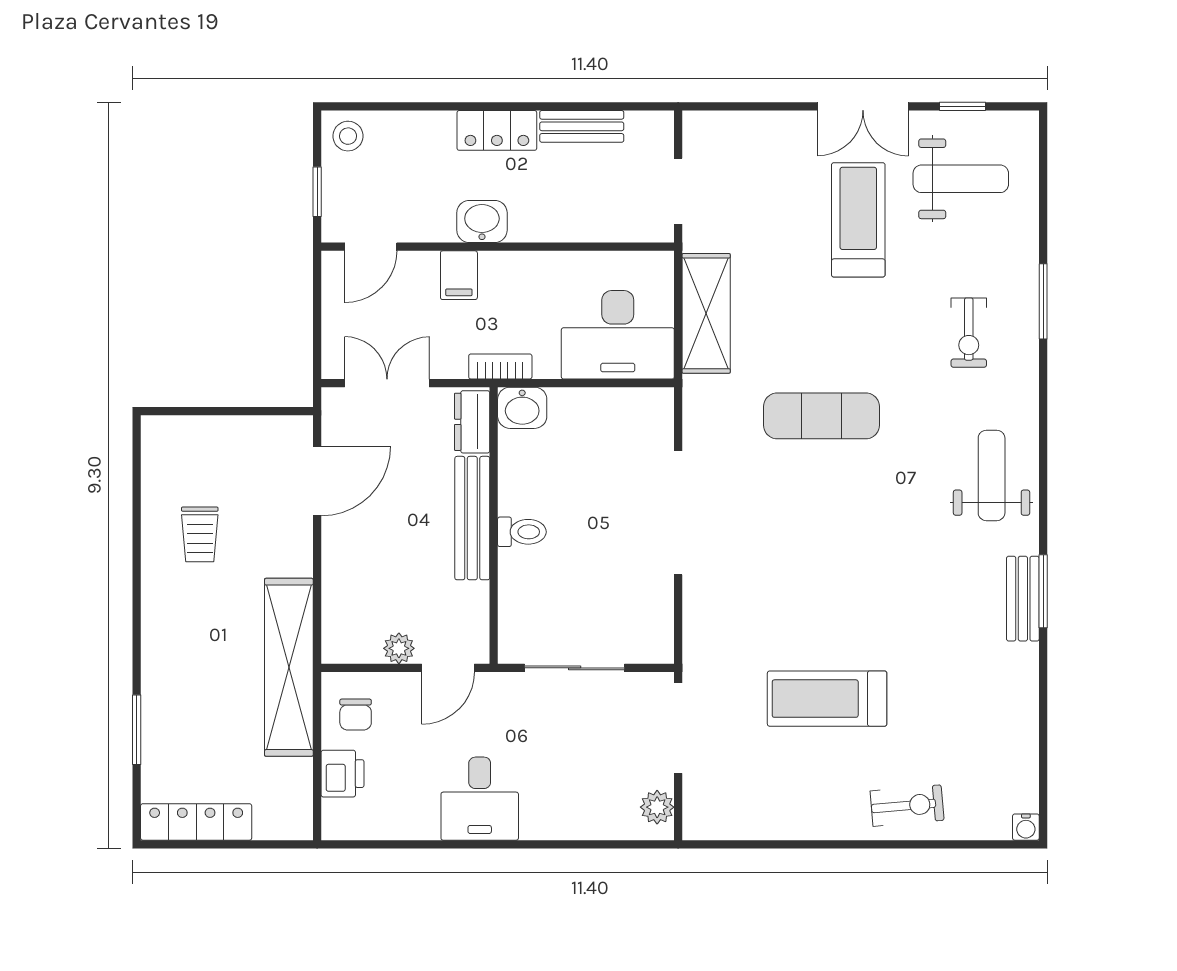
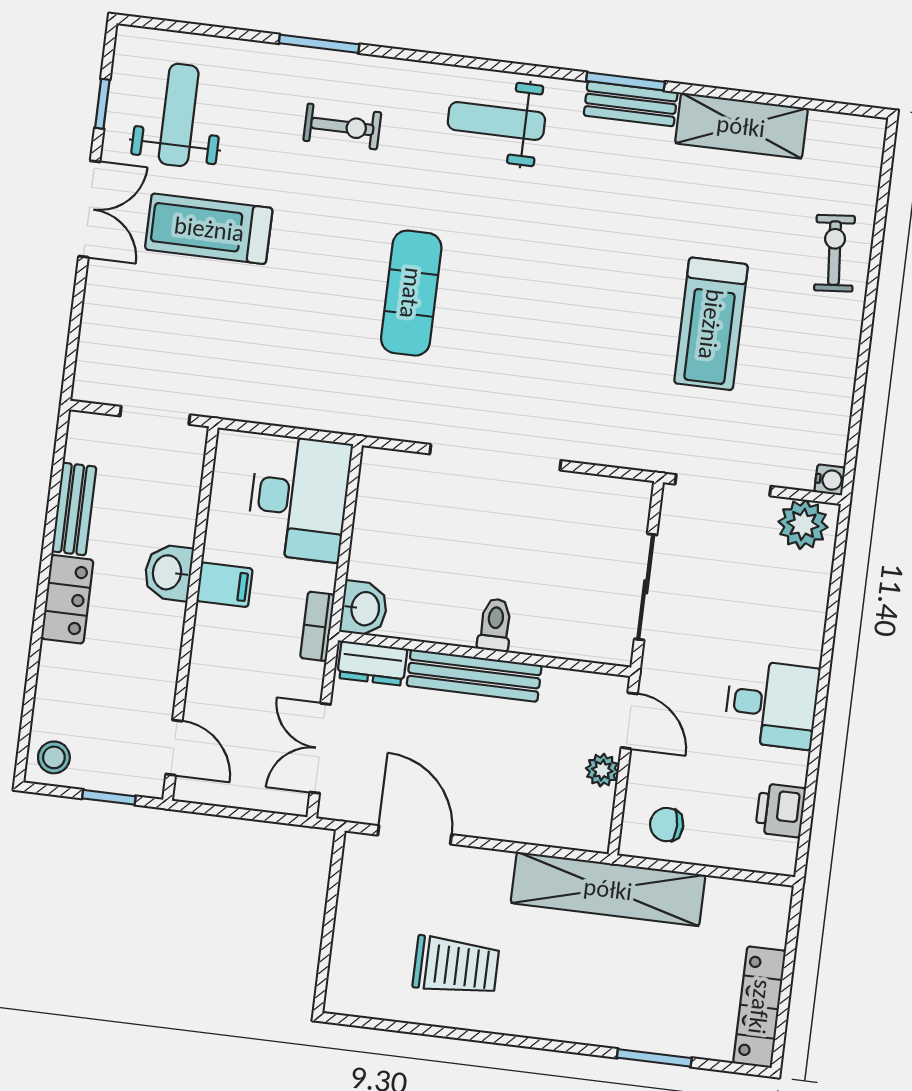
washbasin: (482, 221) -> (168, 572), moved
filing cabinet: (459, 275) -> (224, 585), moved
shelving: (706, 313) -> (741, 126), moved
trolley: (200, 534) -> (456, 966), width x1.36, depth x1.39
chair: (356, 715) -> (667, 825), turned 180
printer: (343, 774) -> (780, 810), moved, turned -90
plant: (657, 807) -> (803, 524), width x1.38, depth x1.38
water cooler: (1026, 827) -> (830, 480), moved

